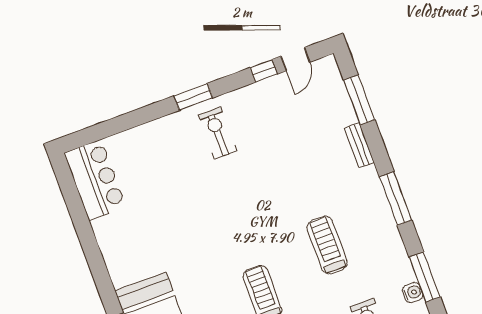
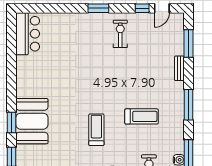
exercise bike: (218, 133) -> (120, 34), moved
treadmill: (327, 245) -> (142, 116), turned 90

